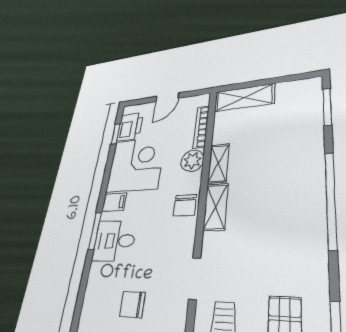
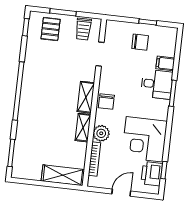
filing cabinet: (114, 202) -> (165, 63), moved
chair: (185, 205) -> (106, 102), turned 180

